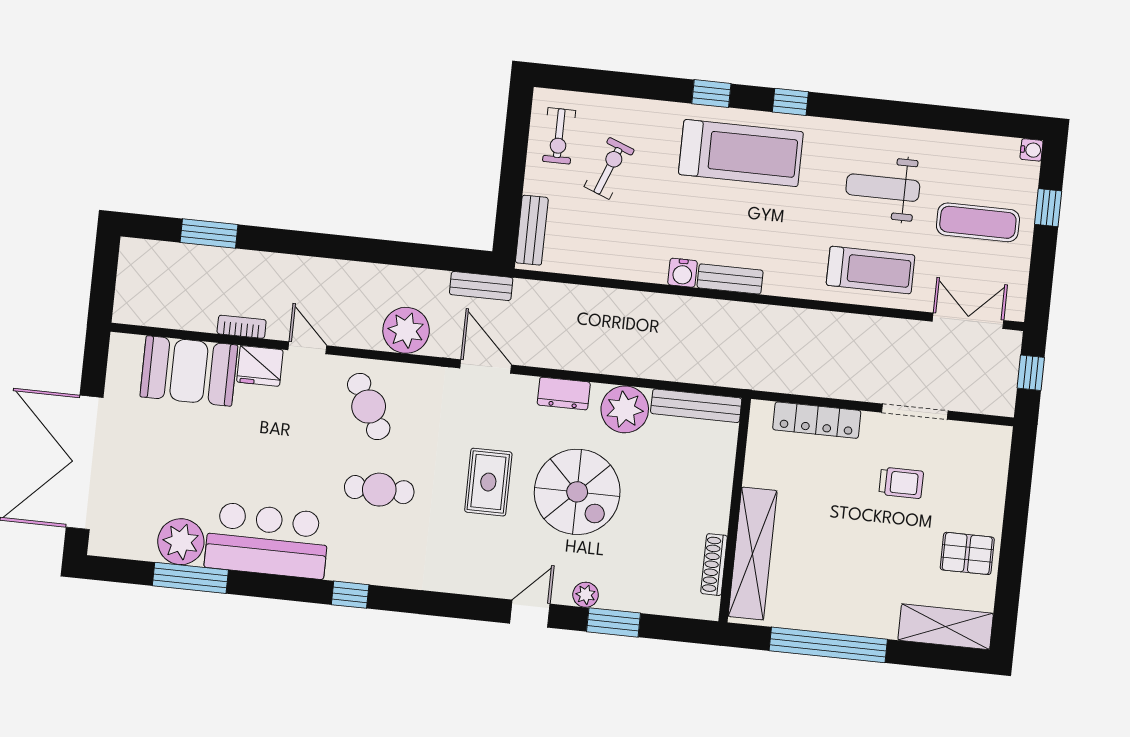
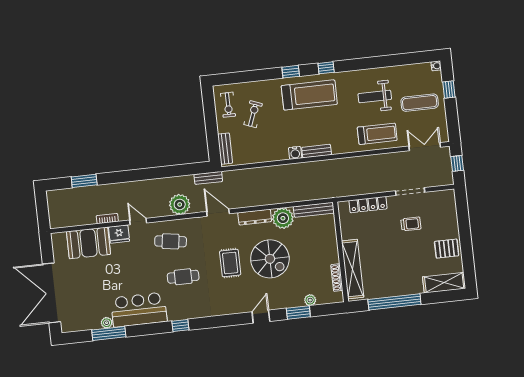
dresser: (564, 394) -> (255, 217), width x1.44
cafe table: (369, 407) -> (171, 241), turned -53
plant: (181, 542) -> (107, 323), width x0.53, depth x0.53
plant: (586, 595) -> (310, 300), moved

